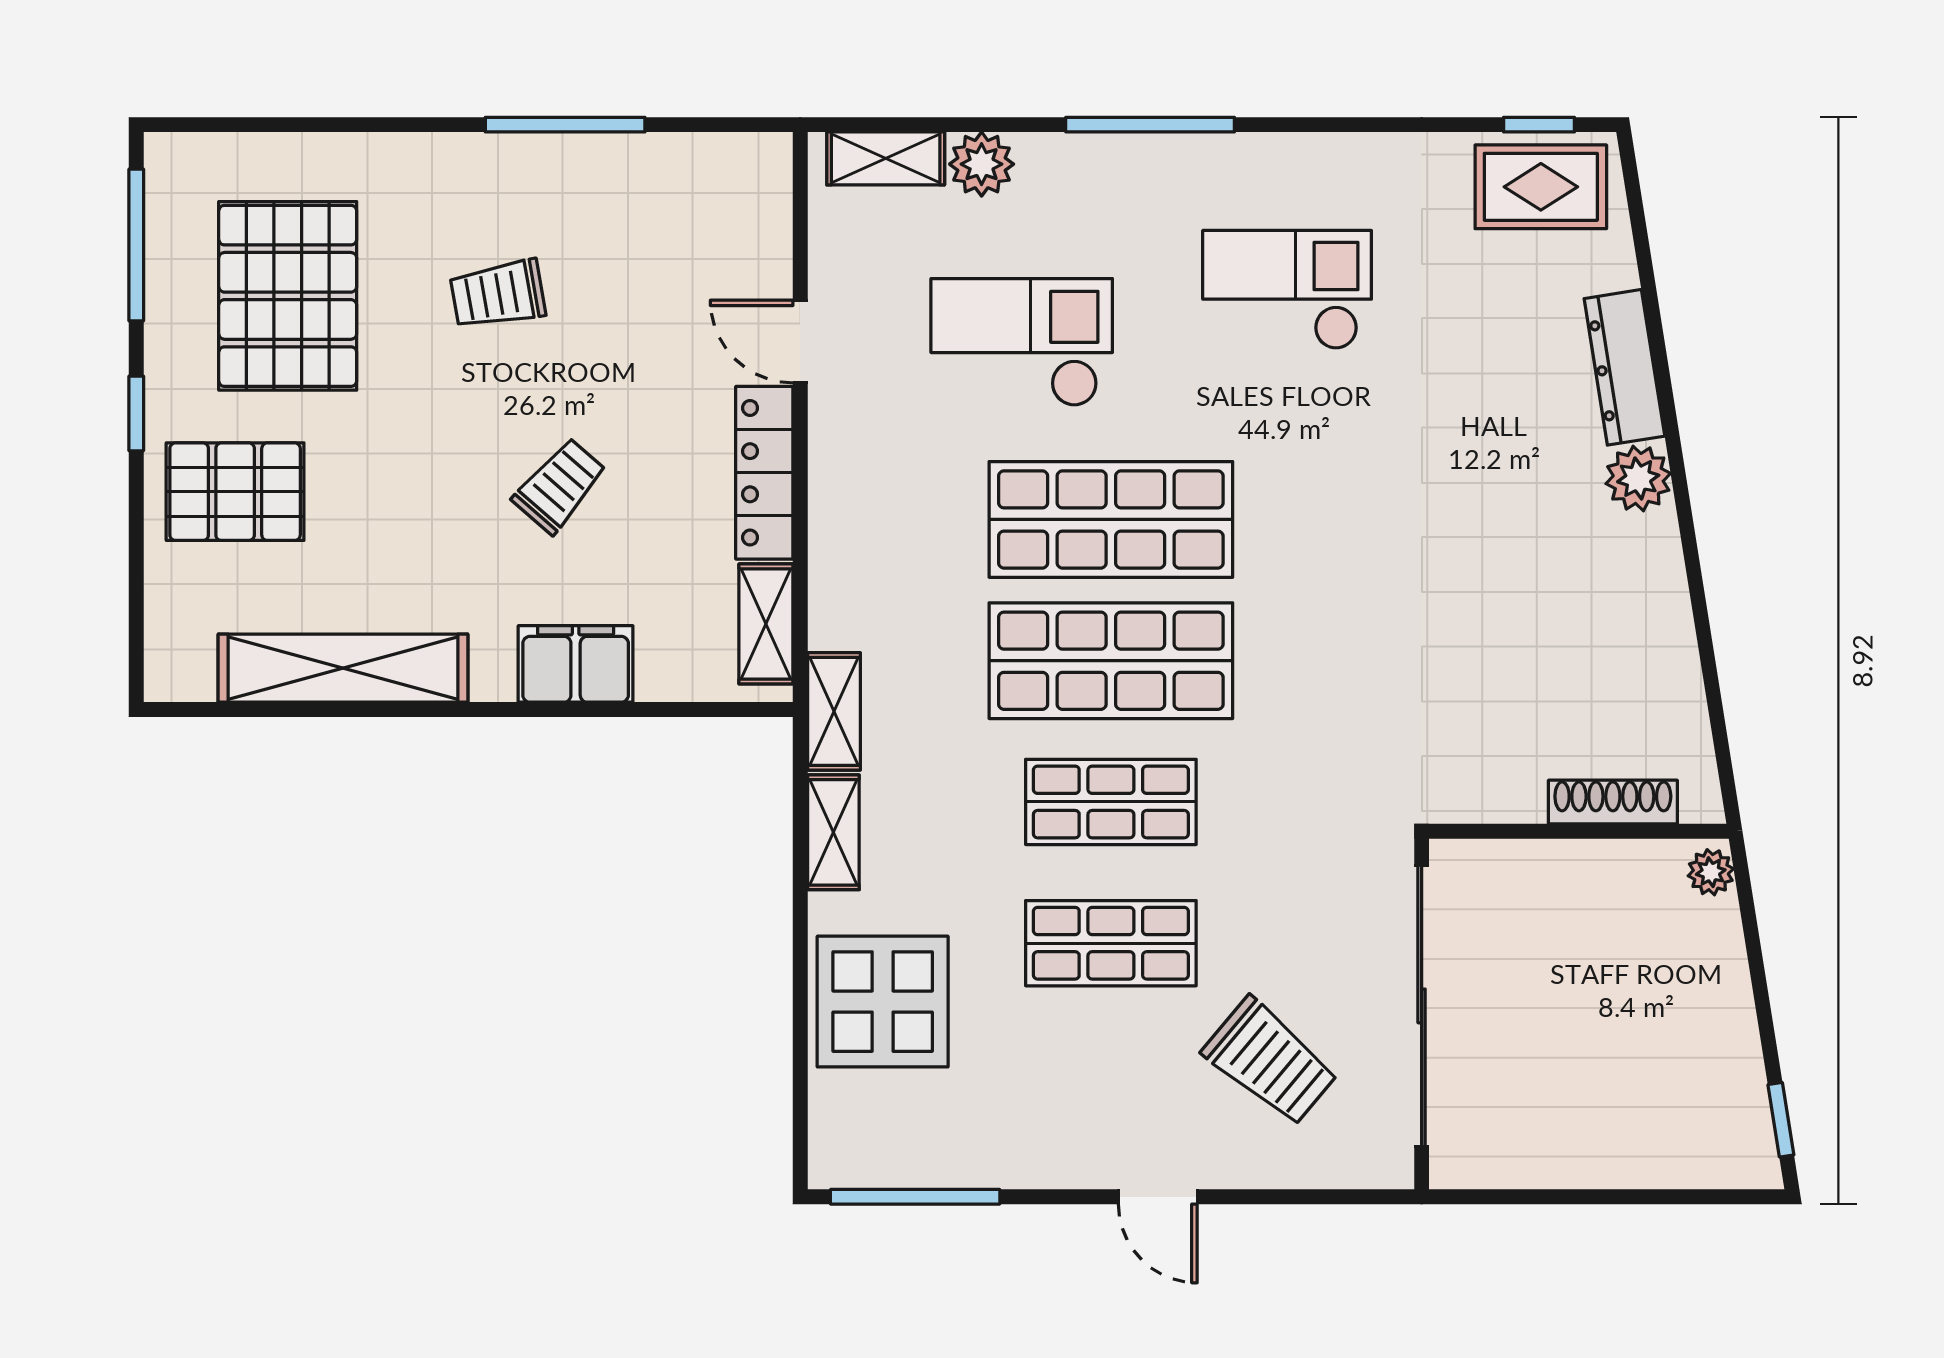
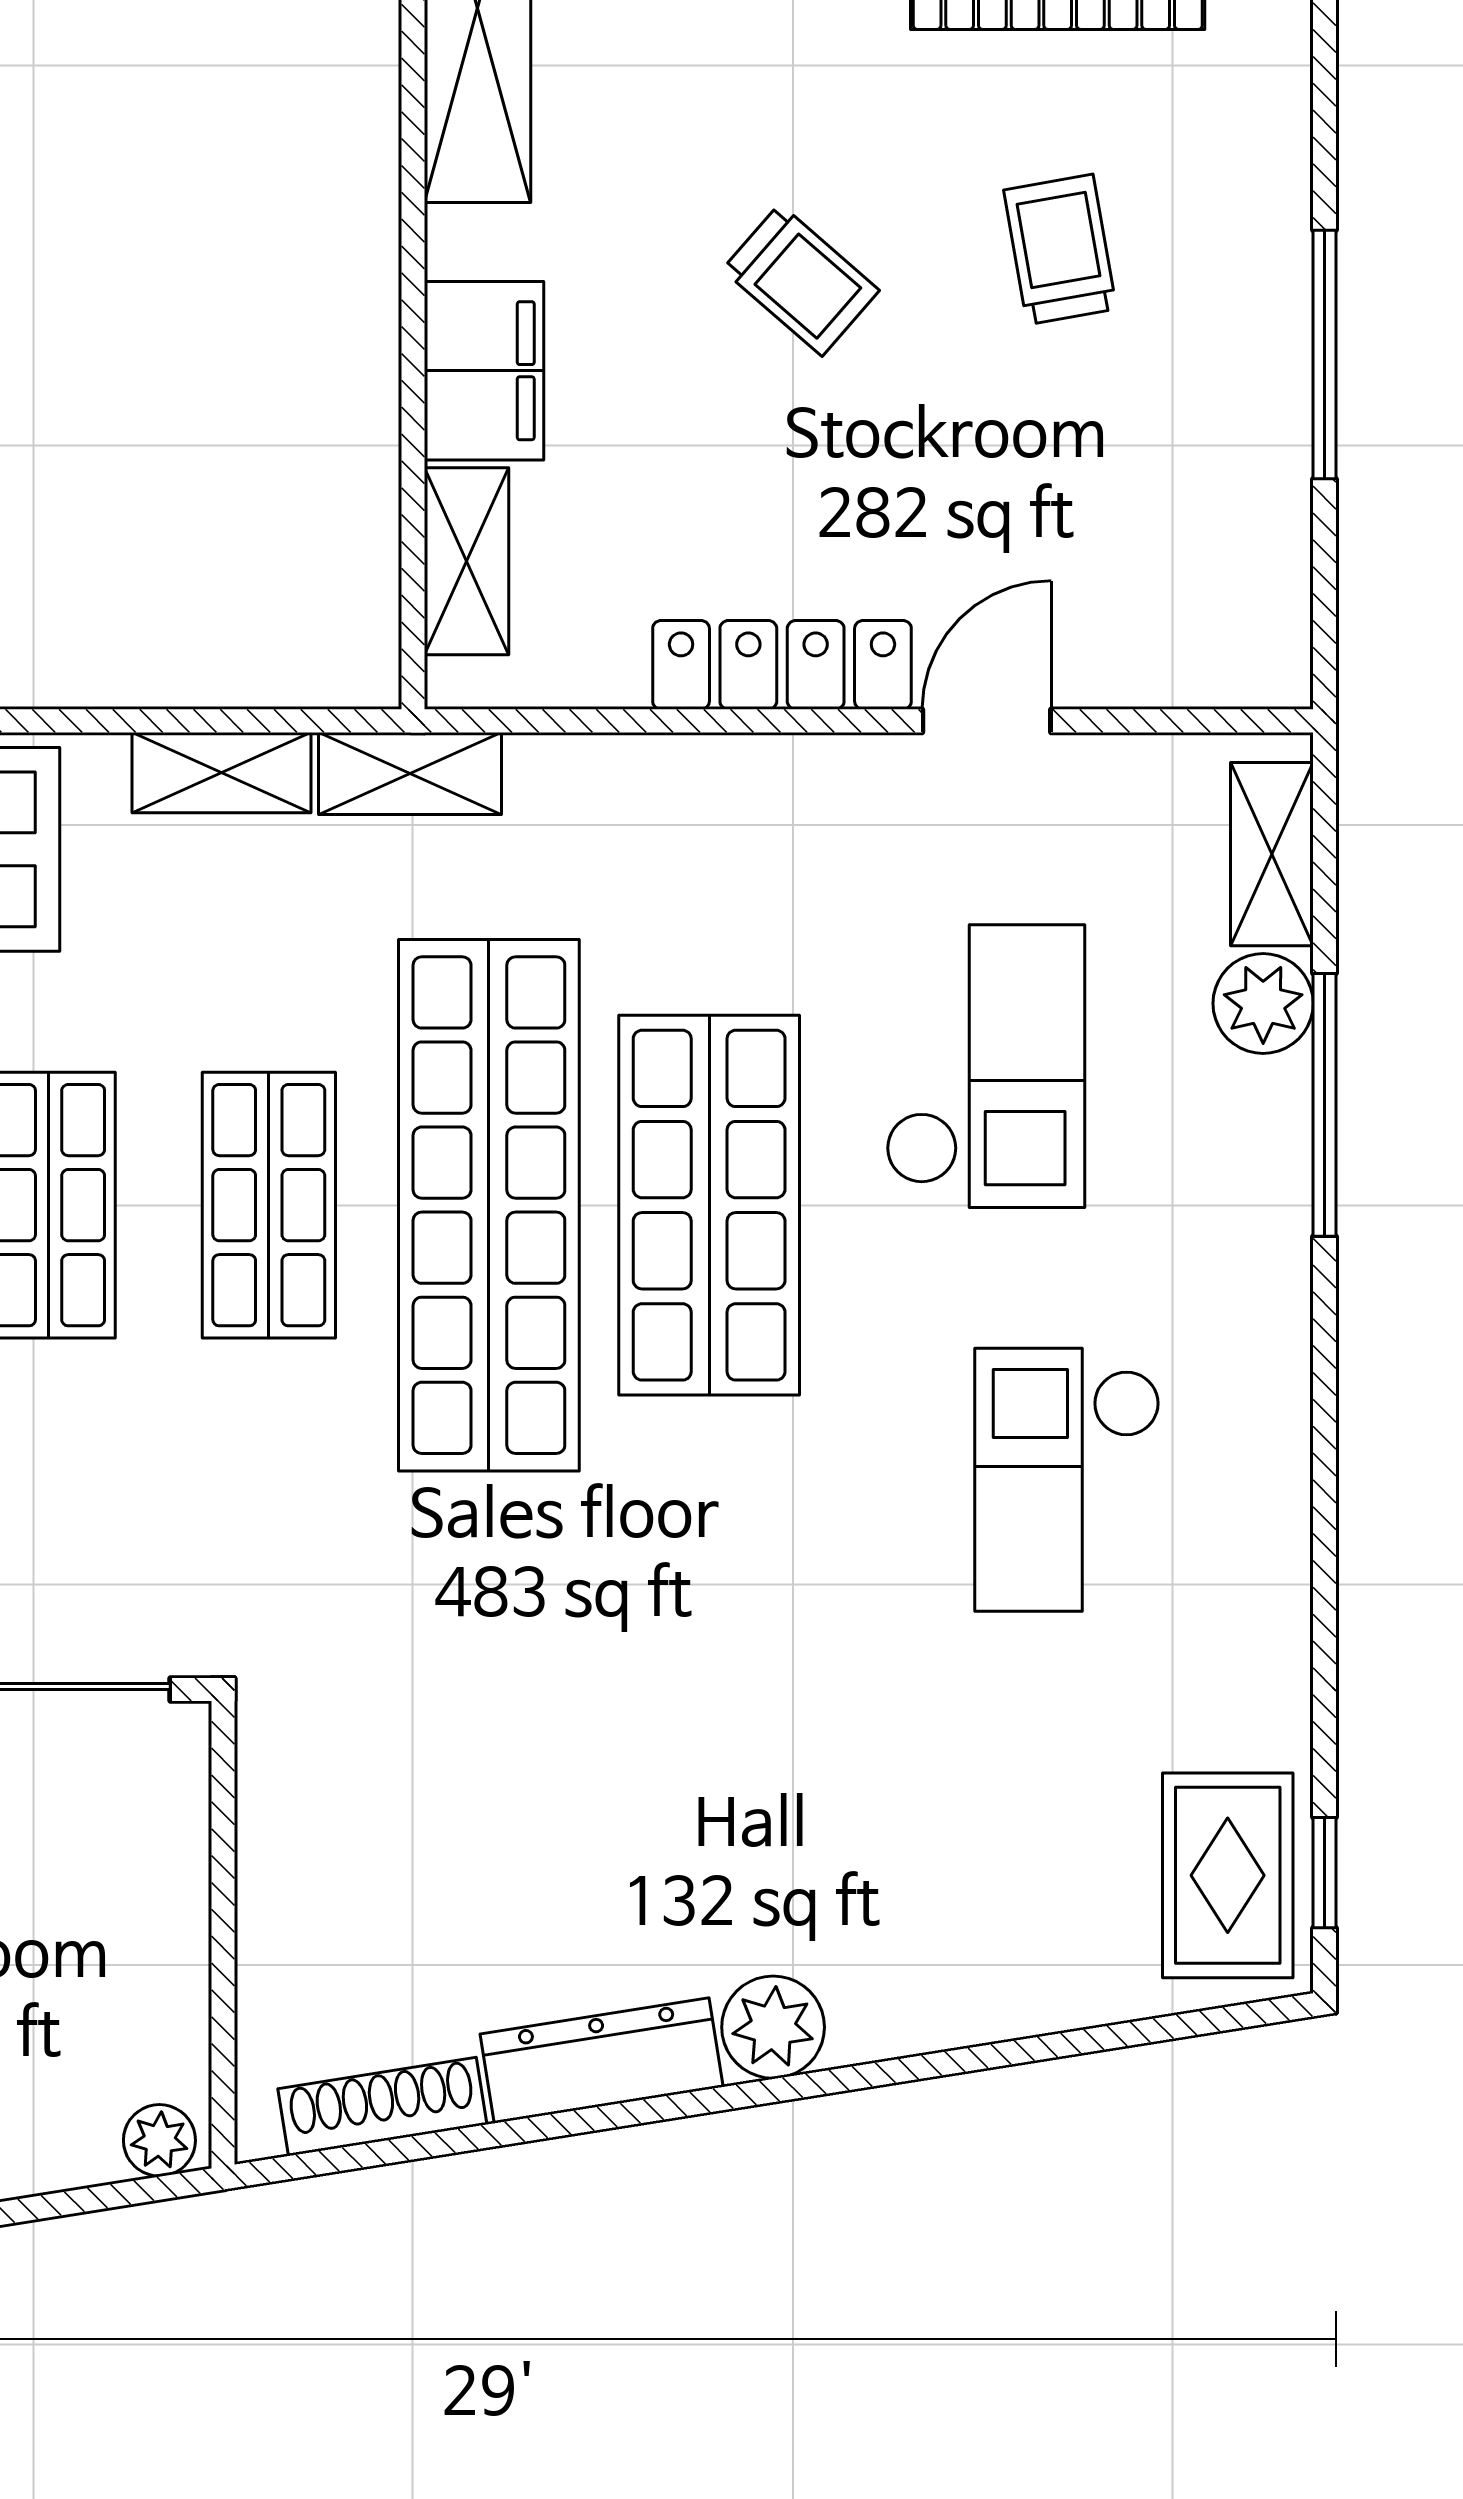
window: (1150, 125) -> (1325, 1105), moved
checkout: (1287, 290) -> (1067, 1480), turned 180
dresser: (1624, 367) -> (602, 2060), moved
trolley: (560, 486) -> (801, 280), moved
shelving: (766, 624) -> (466, 561), moved, turned 90
shop shelf: (1111, 661) -> (489, 1205), width x1.40
shoe rack: (1613, 802) -> (382, 2107), moved, turned -99

